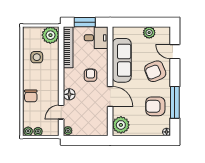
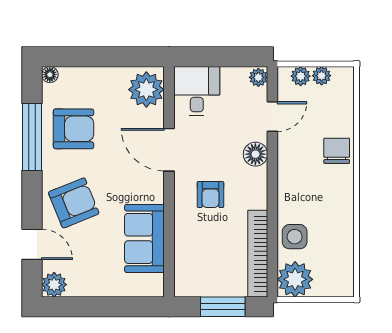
plant: (149, 33) -> (54, 285), moved
desk: (96, 38) -> (197, 91), moved, turned 90
side table: (37, 57) -> (295, 237), moved
sofa: (122, 60) -> (144, 238), width x0.73
plant: (28, 131) -> (301, 76), moved

